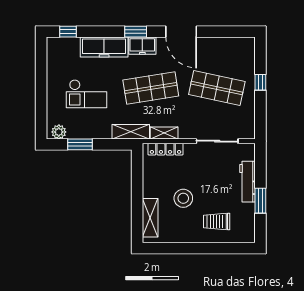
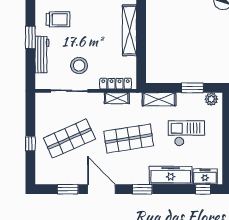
window: (219, 32) -> (68, 189), added
freezer: (142, 46) -> (205, 177), moved
shop shelf: (217, 88) -> (69, 139), turned -36
shelving: (131, 132) -> (159, 99), moved
stool: (183, 198) -> (79, 66), moved
shelving: (150, 218) -> (129, 30), width x1.47
trolley: (217, 222) -> (58, 19), moved

